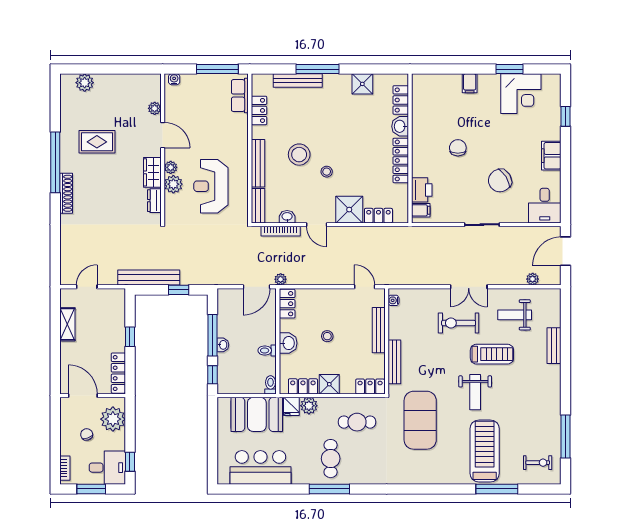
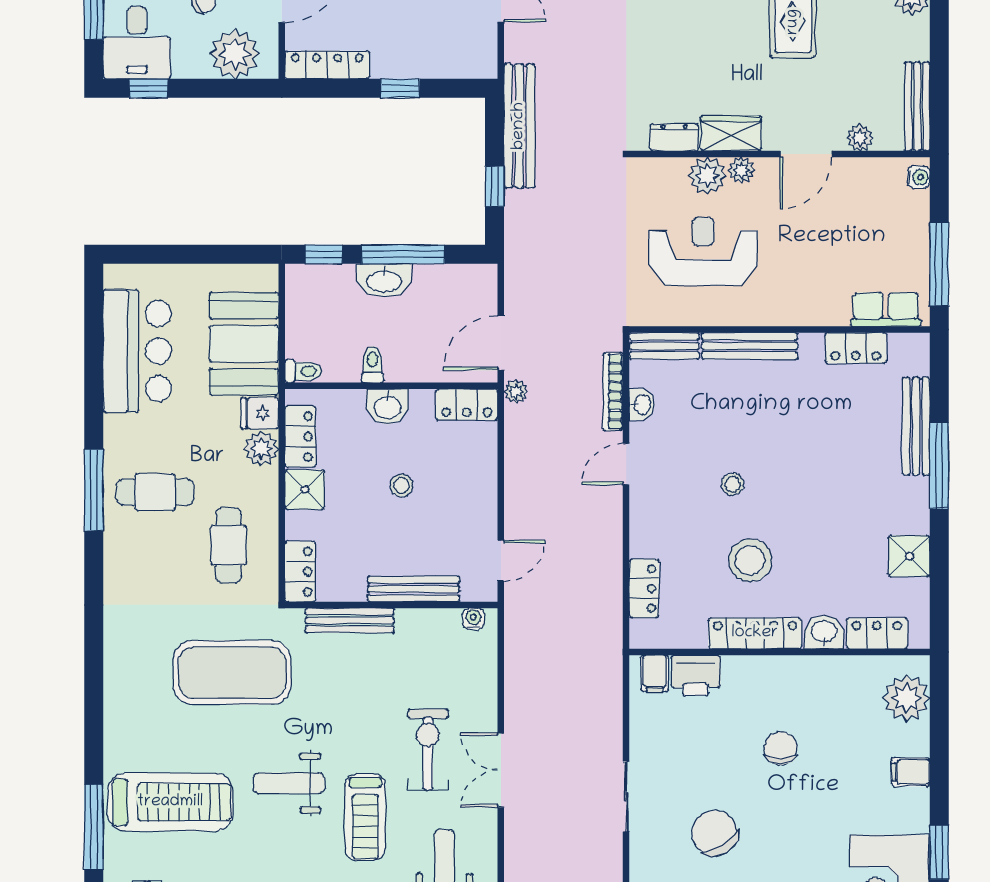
bench: (139, 80) -> (917, 106), added
plant: (433, 85) -> (906, 698), added
chair: (458, 148) -> (781, 748), turned -90
stool: (299, 155) -> (750, 560), moved
shower: (349, 210) -> (656, 530), removed
door: (256, 287) -> (501, 343), hinge flipped
washbasin: (223, 345) -> (384, 280), width x1.91, depth x1.45

